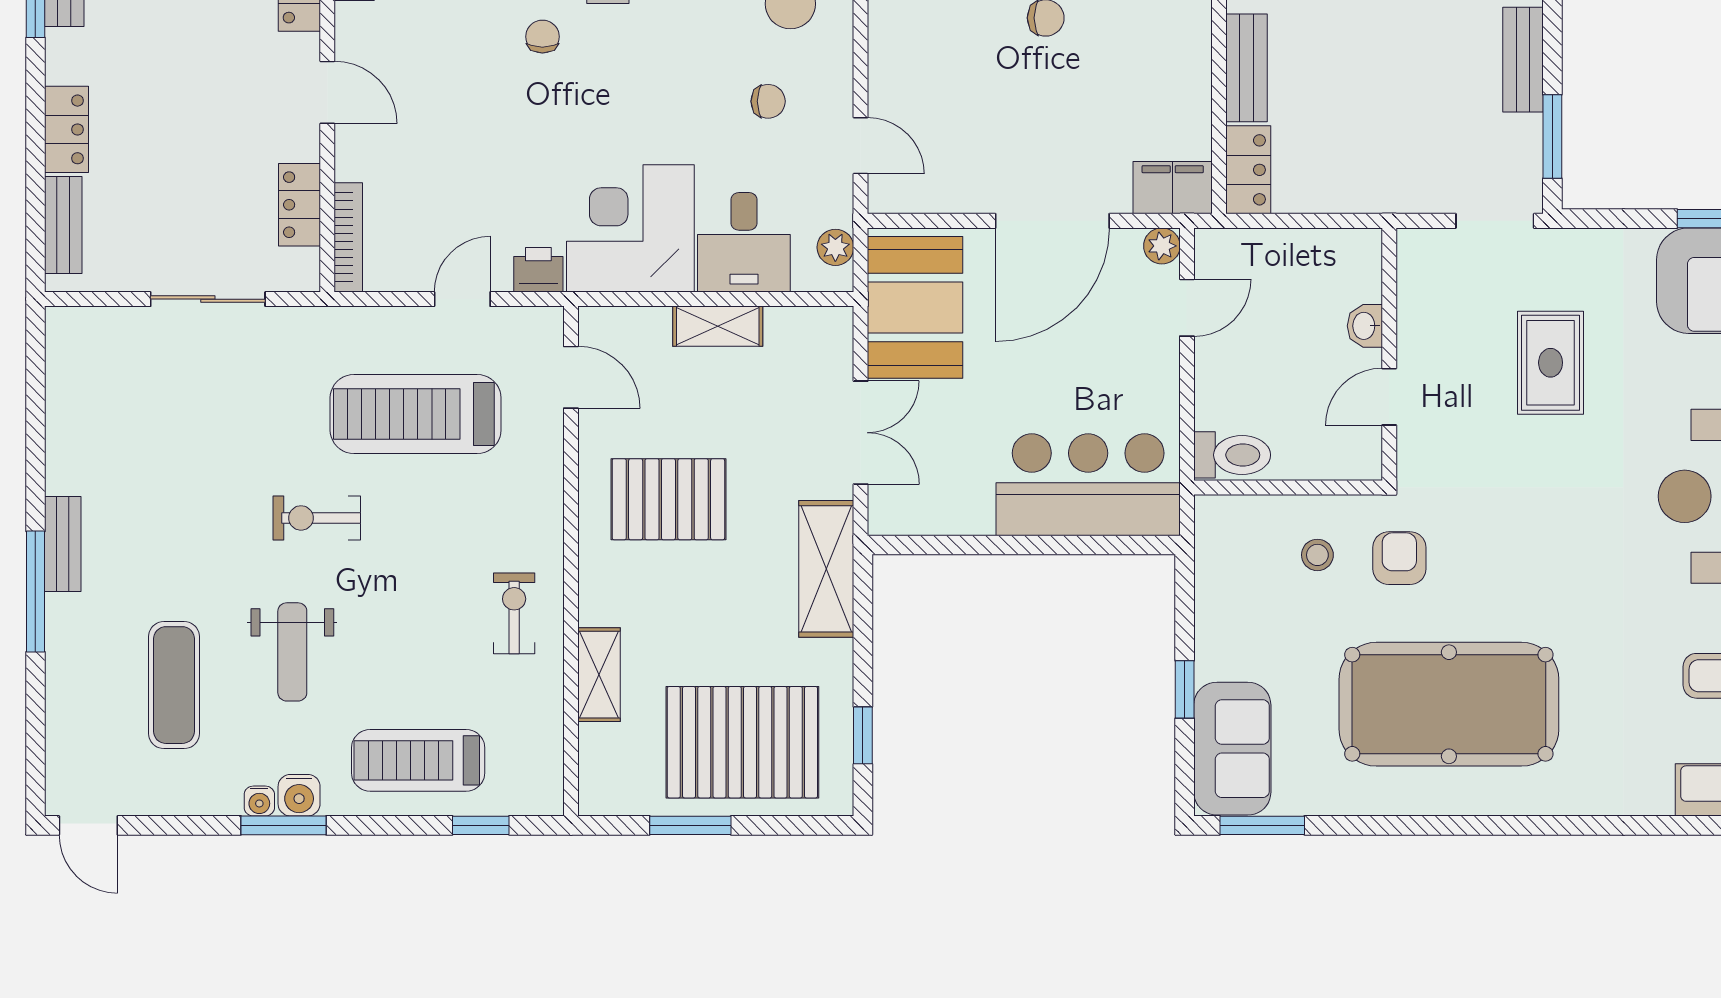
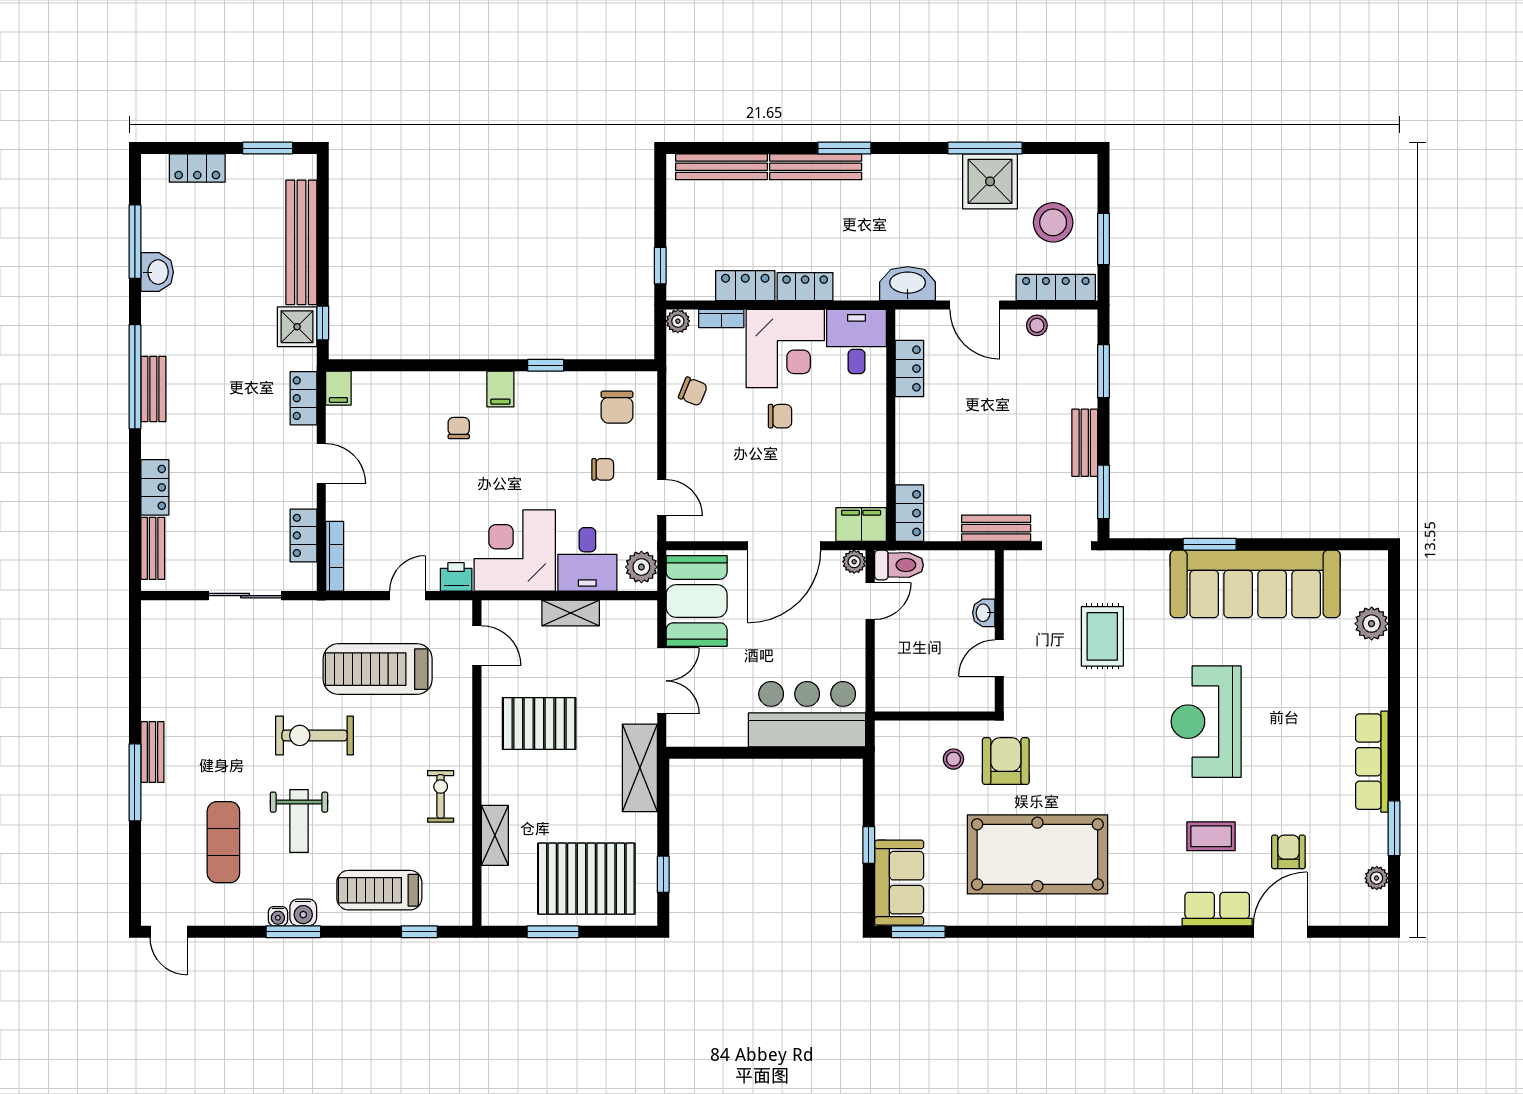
bench: (1247, 68) -> (996, 528), moved, turned 90
plant: (835, 247) -> (641, 567), width x1.38, depth x1.38
toilet: (1232, 455) -> (899, 565), moved
exercise bike: (317, 518) -> (315, 735), width x1.38, depth x1.39
armchair: (1399, 558) -> (1006, 761), width x1.38, depth x1.38

